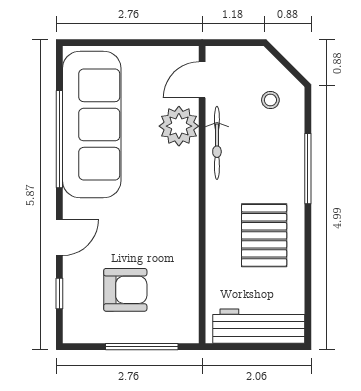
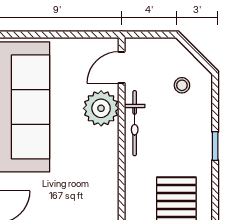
window: (308, 169) -> (215, 146), width x0.46

